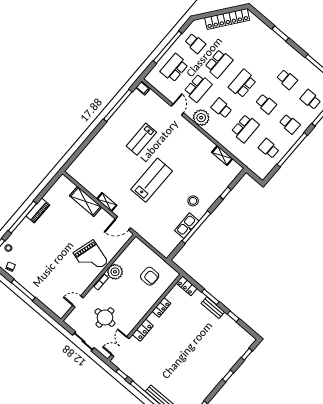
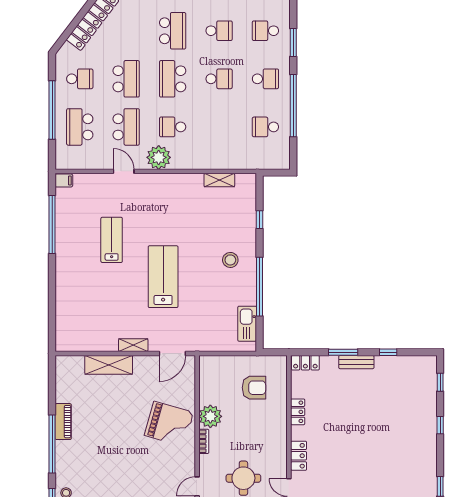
school desk: (245, 128) -> (173, 31), moved
lab bench: (141, 139) -> (112, 240), turned 180
kitchen sink: (187, 226) -> (247, 324), moved

